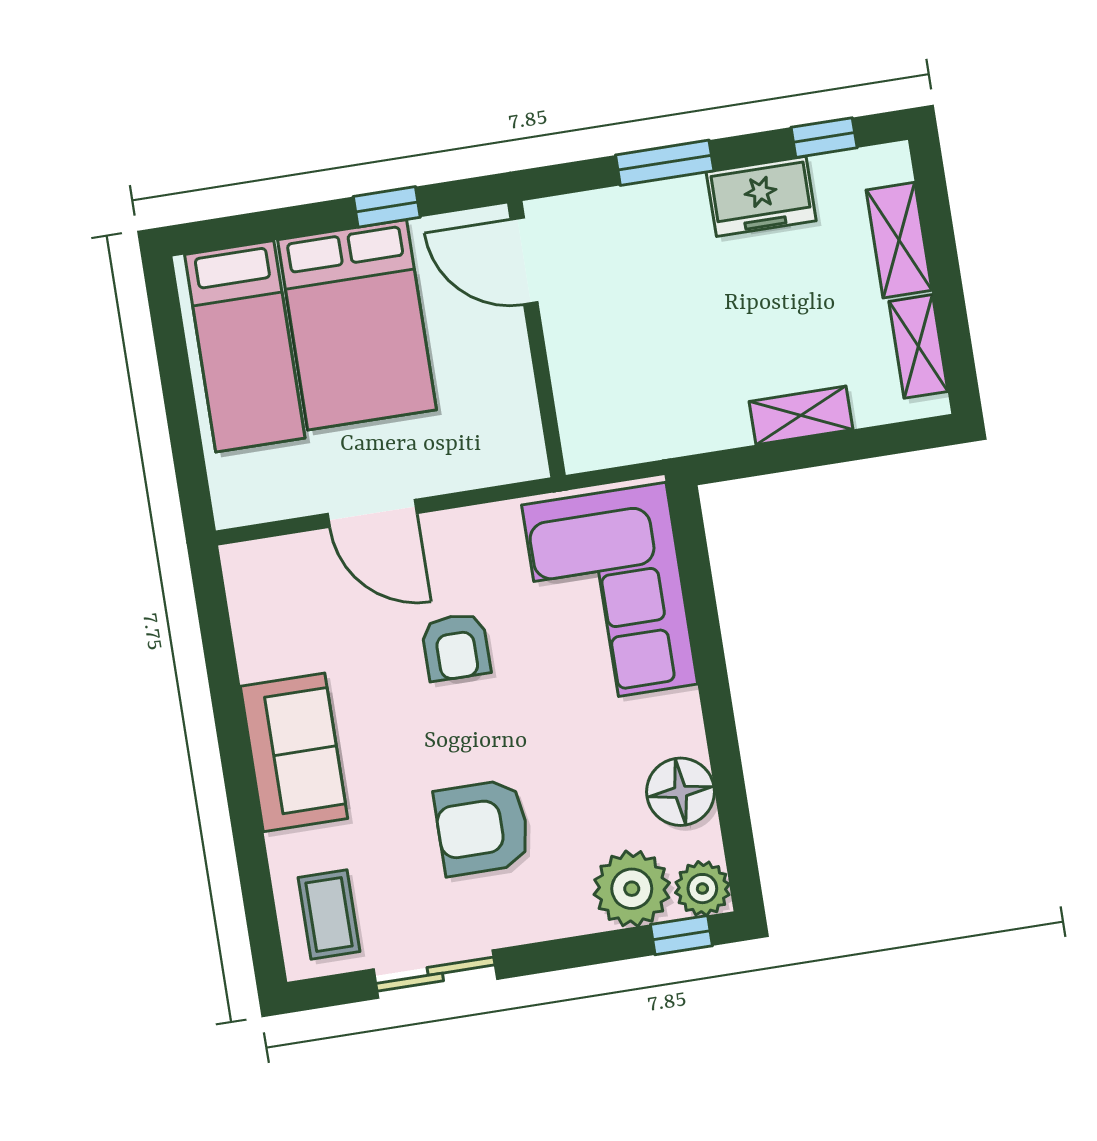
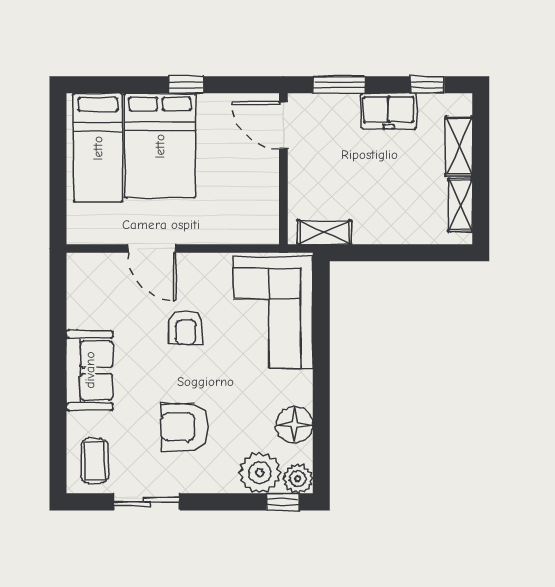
door: (524, 261) -> (283, 126), moved
wall: (536, 339) -> (283, 169), moved
shelving: (801, 415) -> (324, 232), moved

